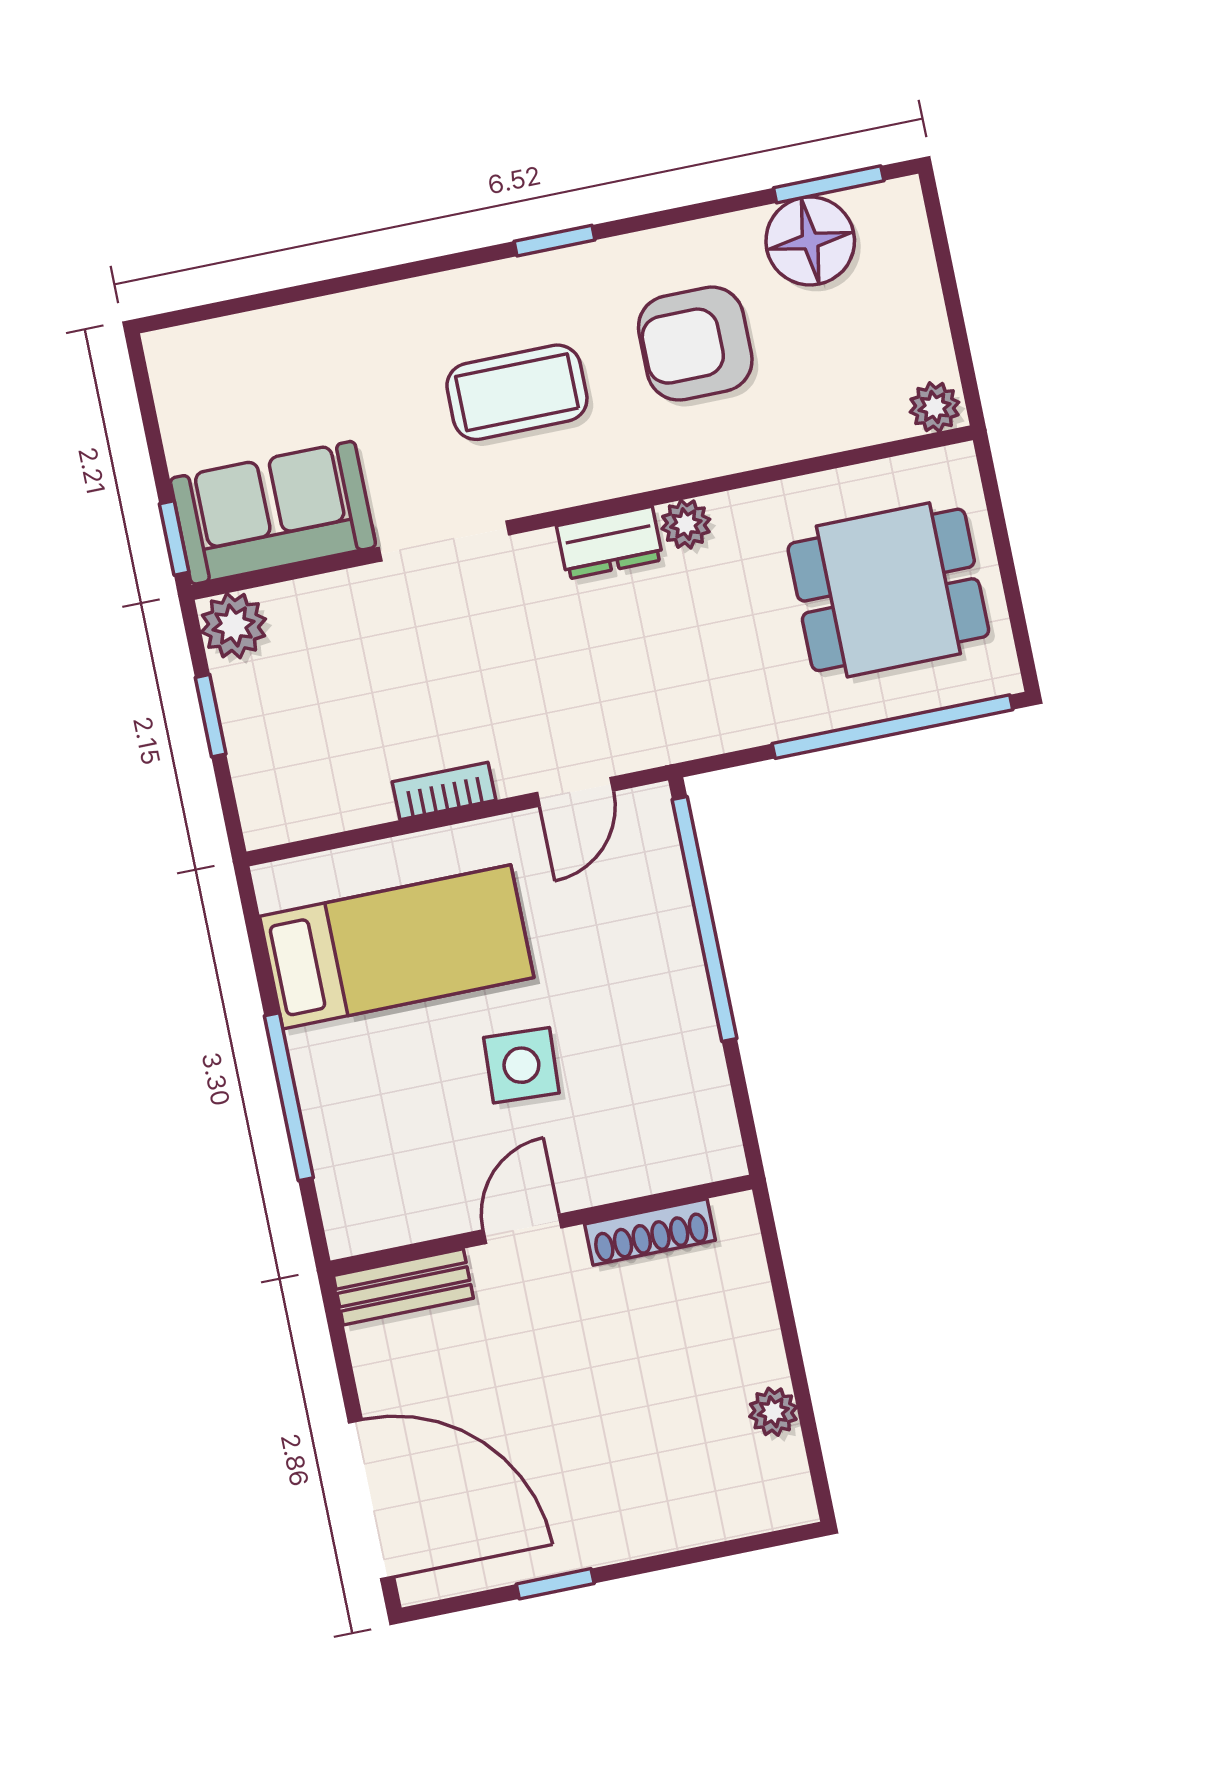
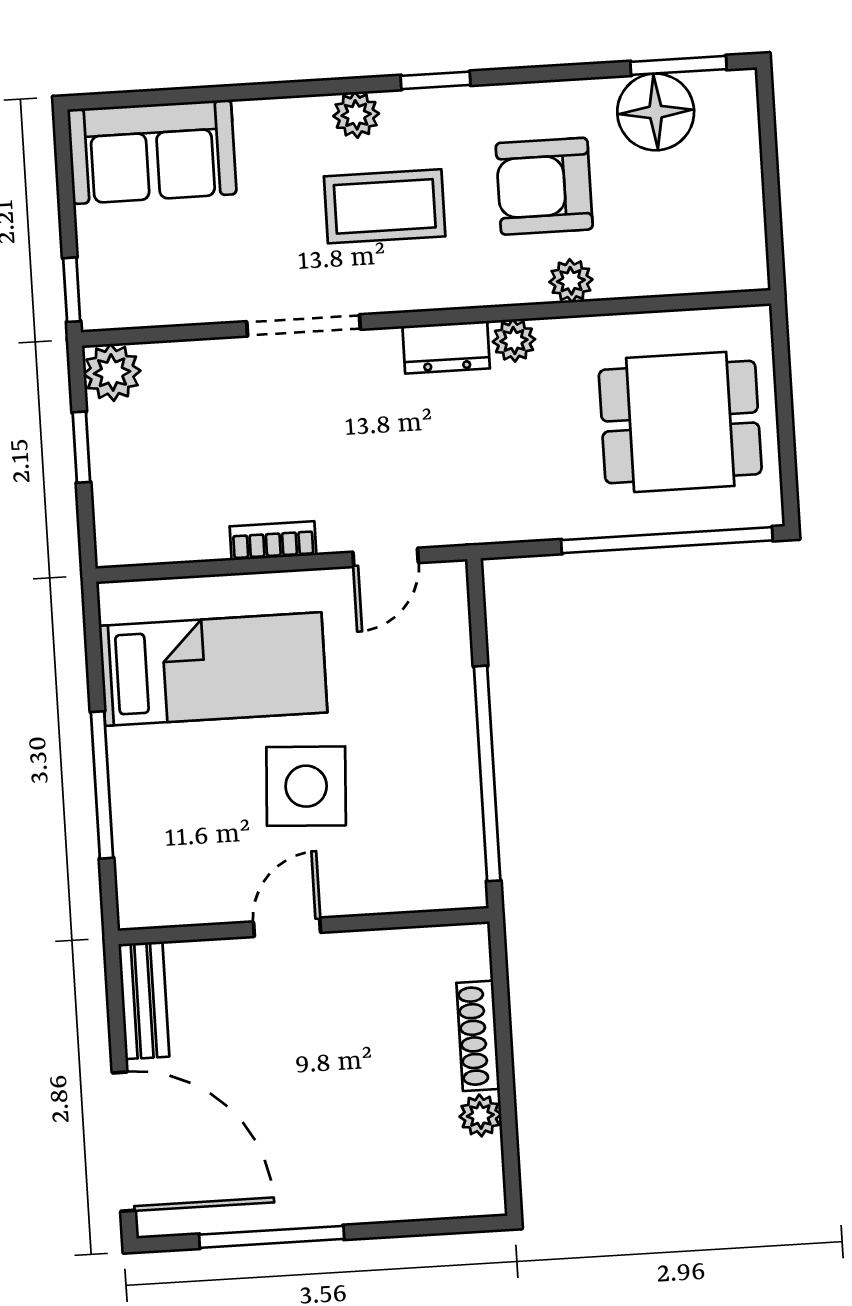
plant: (470, 293) -> (356, 115), added
plant: (935, 407) -> (571, 281), moved
sofa: (273, 513) -> (152, 152), moved, turned 180
window: (704, 919) -> (487, 773), moved
side table: (521, 1065) -> (306, 786), width x1.37, depth x1.37
shoe rack: (650, 1232) -> (478, 1036), moved, turned 90
bench: (403, 1287) -> (144, 1000), moved, turned 90
window: (555, 1584) -> (272, 1237), width x2.17

